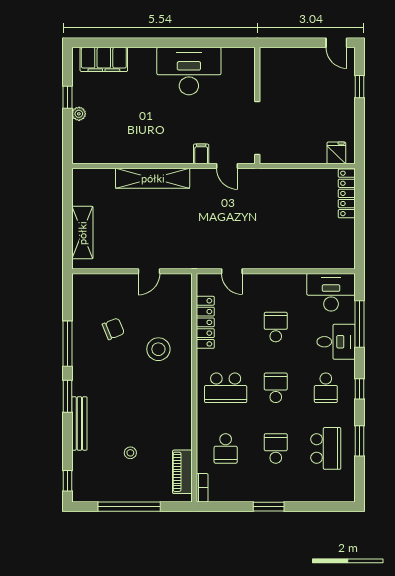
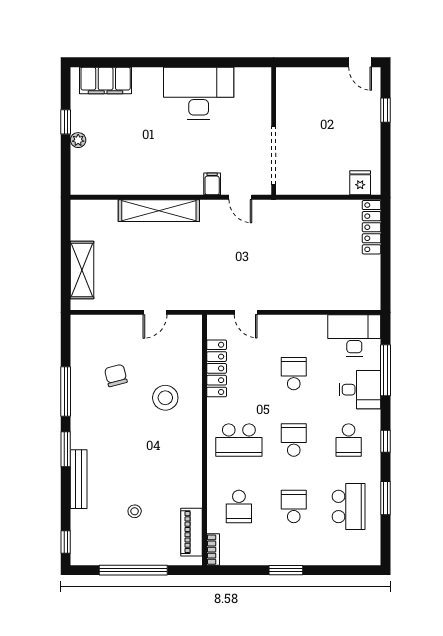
chair: (113, 329) -> (116, 375), turned -82

